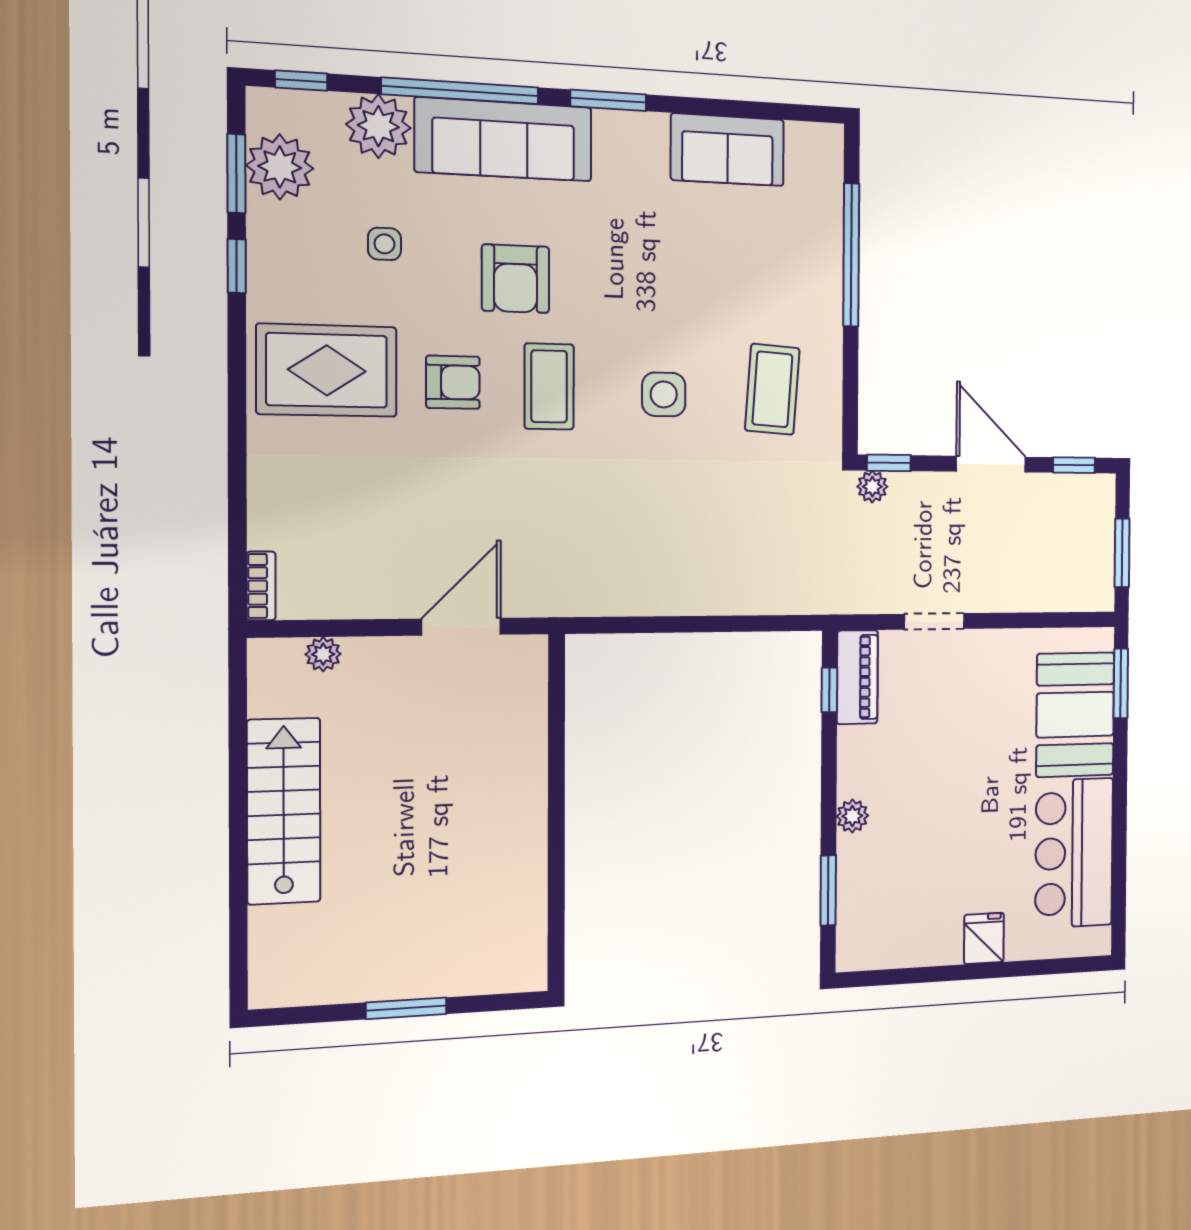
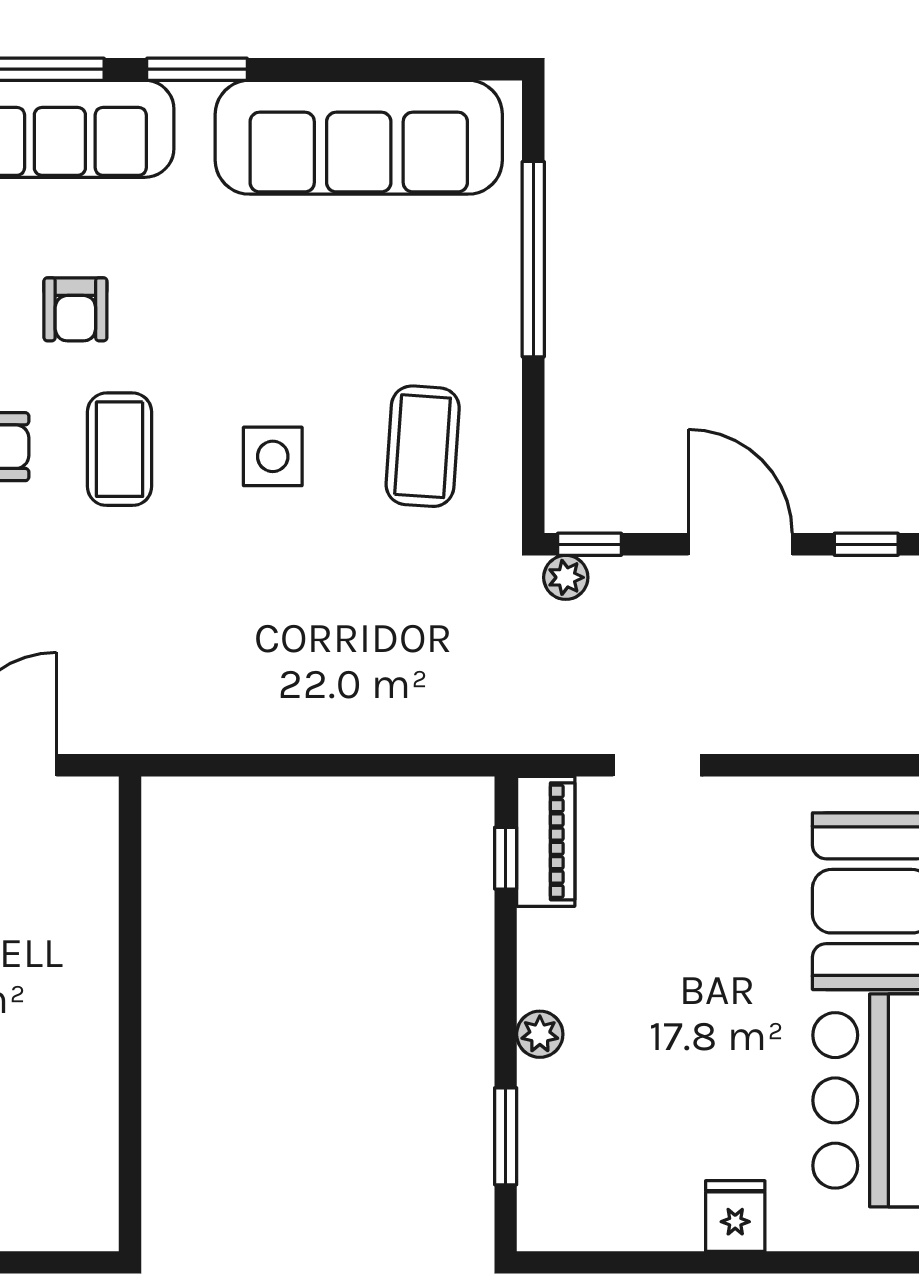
sofa: (728, 150) -> (359, 137), width x1.85, depth x1.27
armchair: (516, 279) -> (75, 309), width x0.72, depth x0.72

